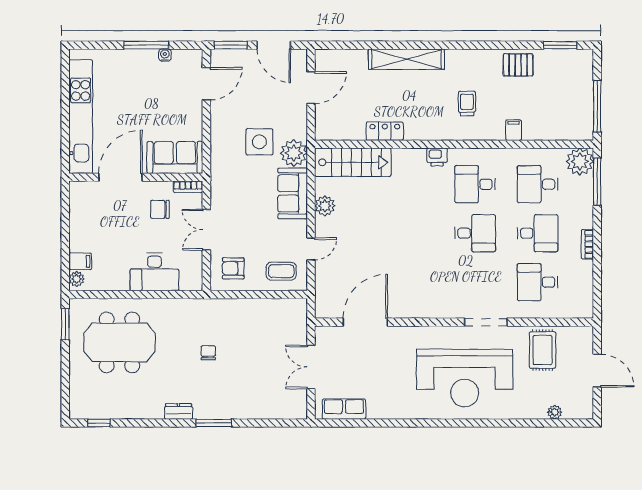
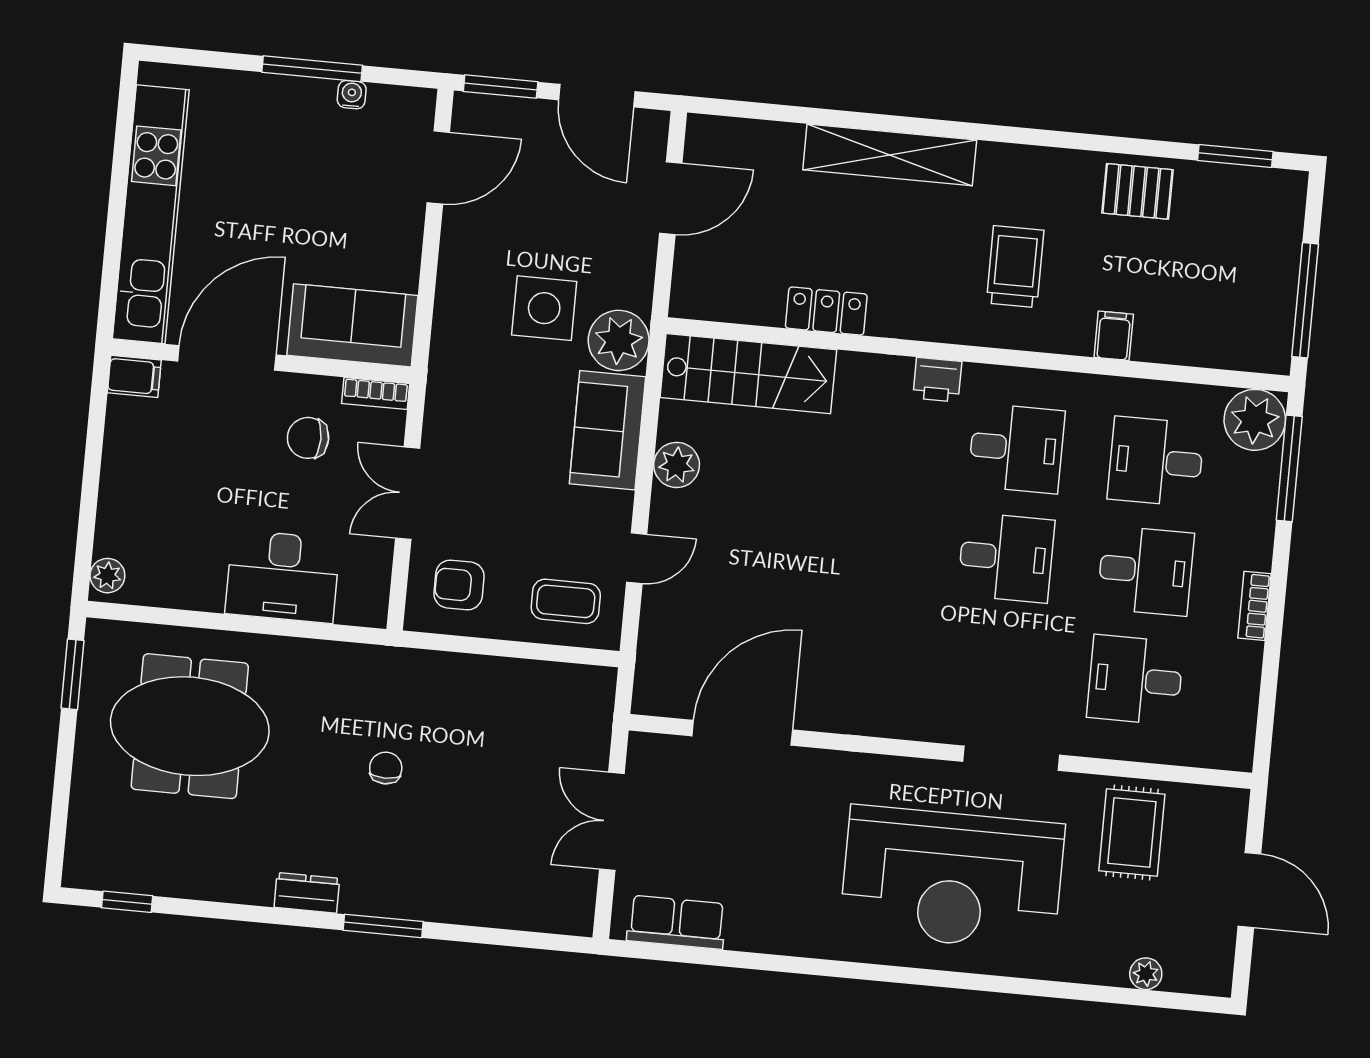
trolley: (467, 104) -> (1015, 267), width x1.36, depth x1.39
desk: (475, 184) -> (1016, 448), turned 180
filing cabinet: (80, 261) -> (134, 376), moved

